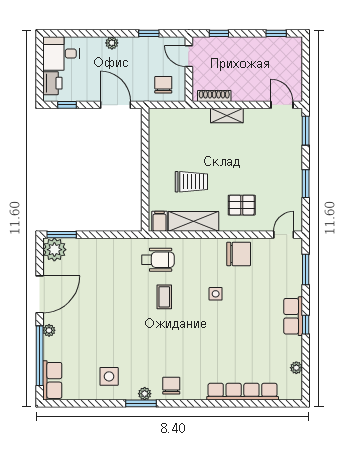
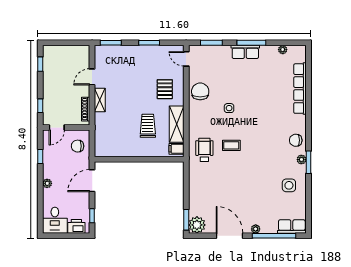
door: (282, 105) -> (92, 77), moved
window: (306, 325) -> (251, 43), width x2.17

